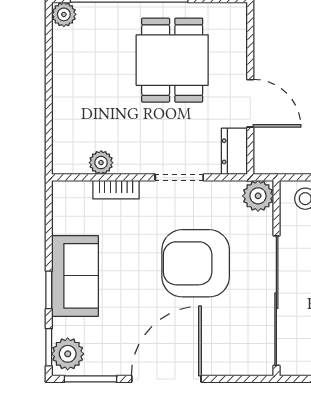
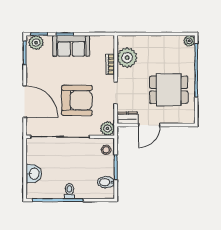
plant: (101, 163) -> (127, 58), width x1.88, depth x1.88
armchair: (196, 263) -> (77, 100), turned 90
door: (166, 379) -> (25, 102), moved

